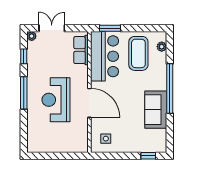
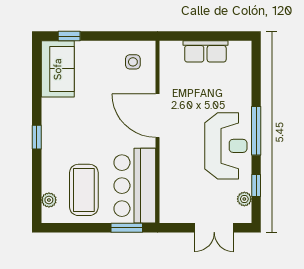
plant: (32, 36) -> (244, 199), moved
row of seats: (81, 50) -> (205, 51), moved, turned 90
window: (170, 88) -> (37, 137), width x0.32
reception desk: (56, 100) -> (226, 146), moved
sofa: (156, 110) -> (58, 69), moved

